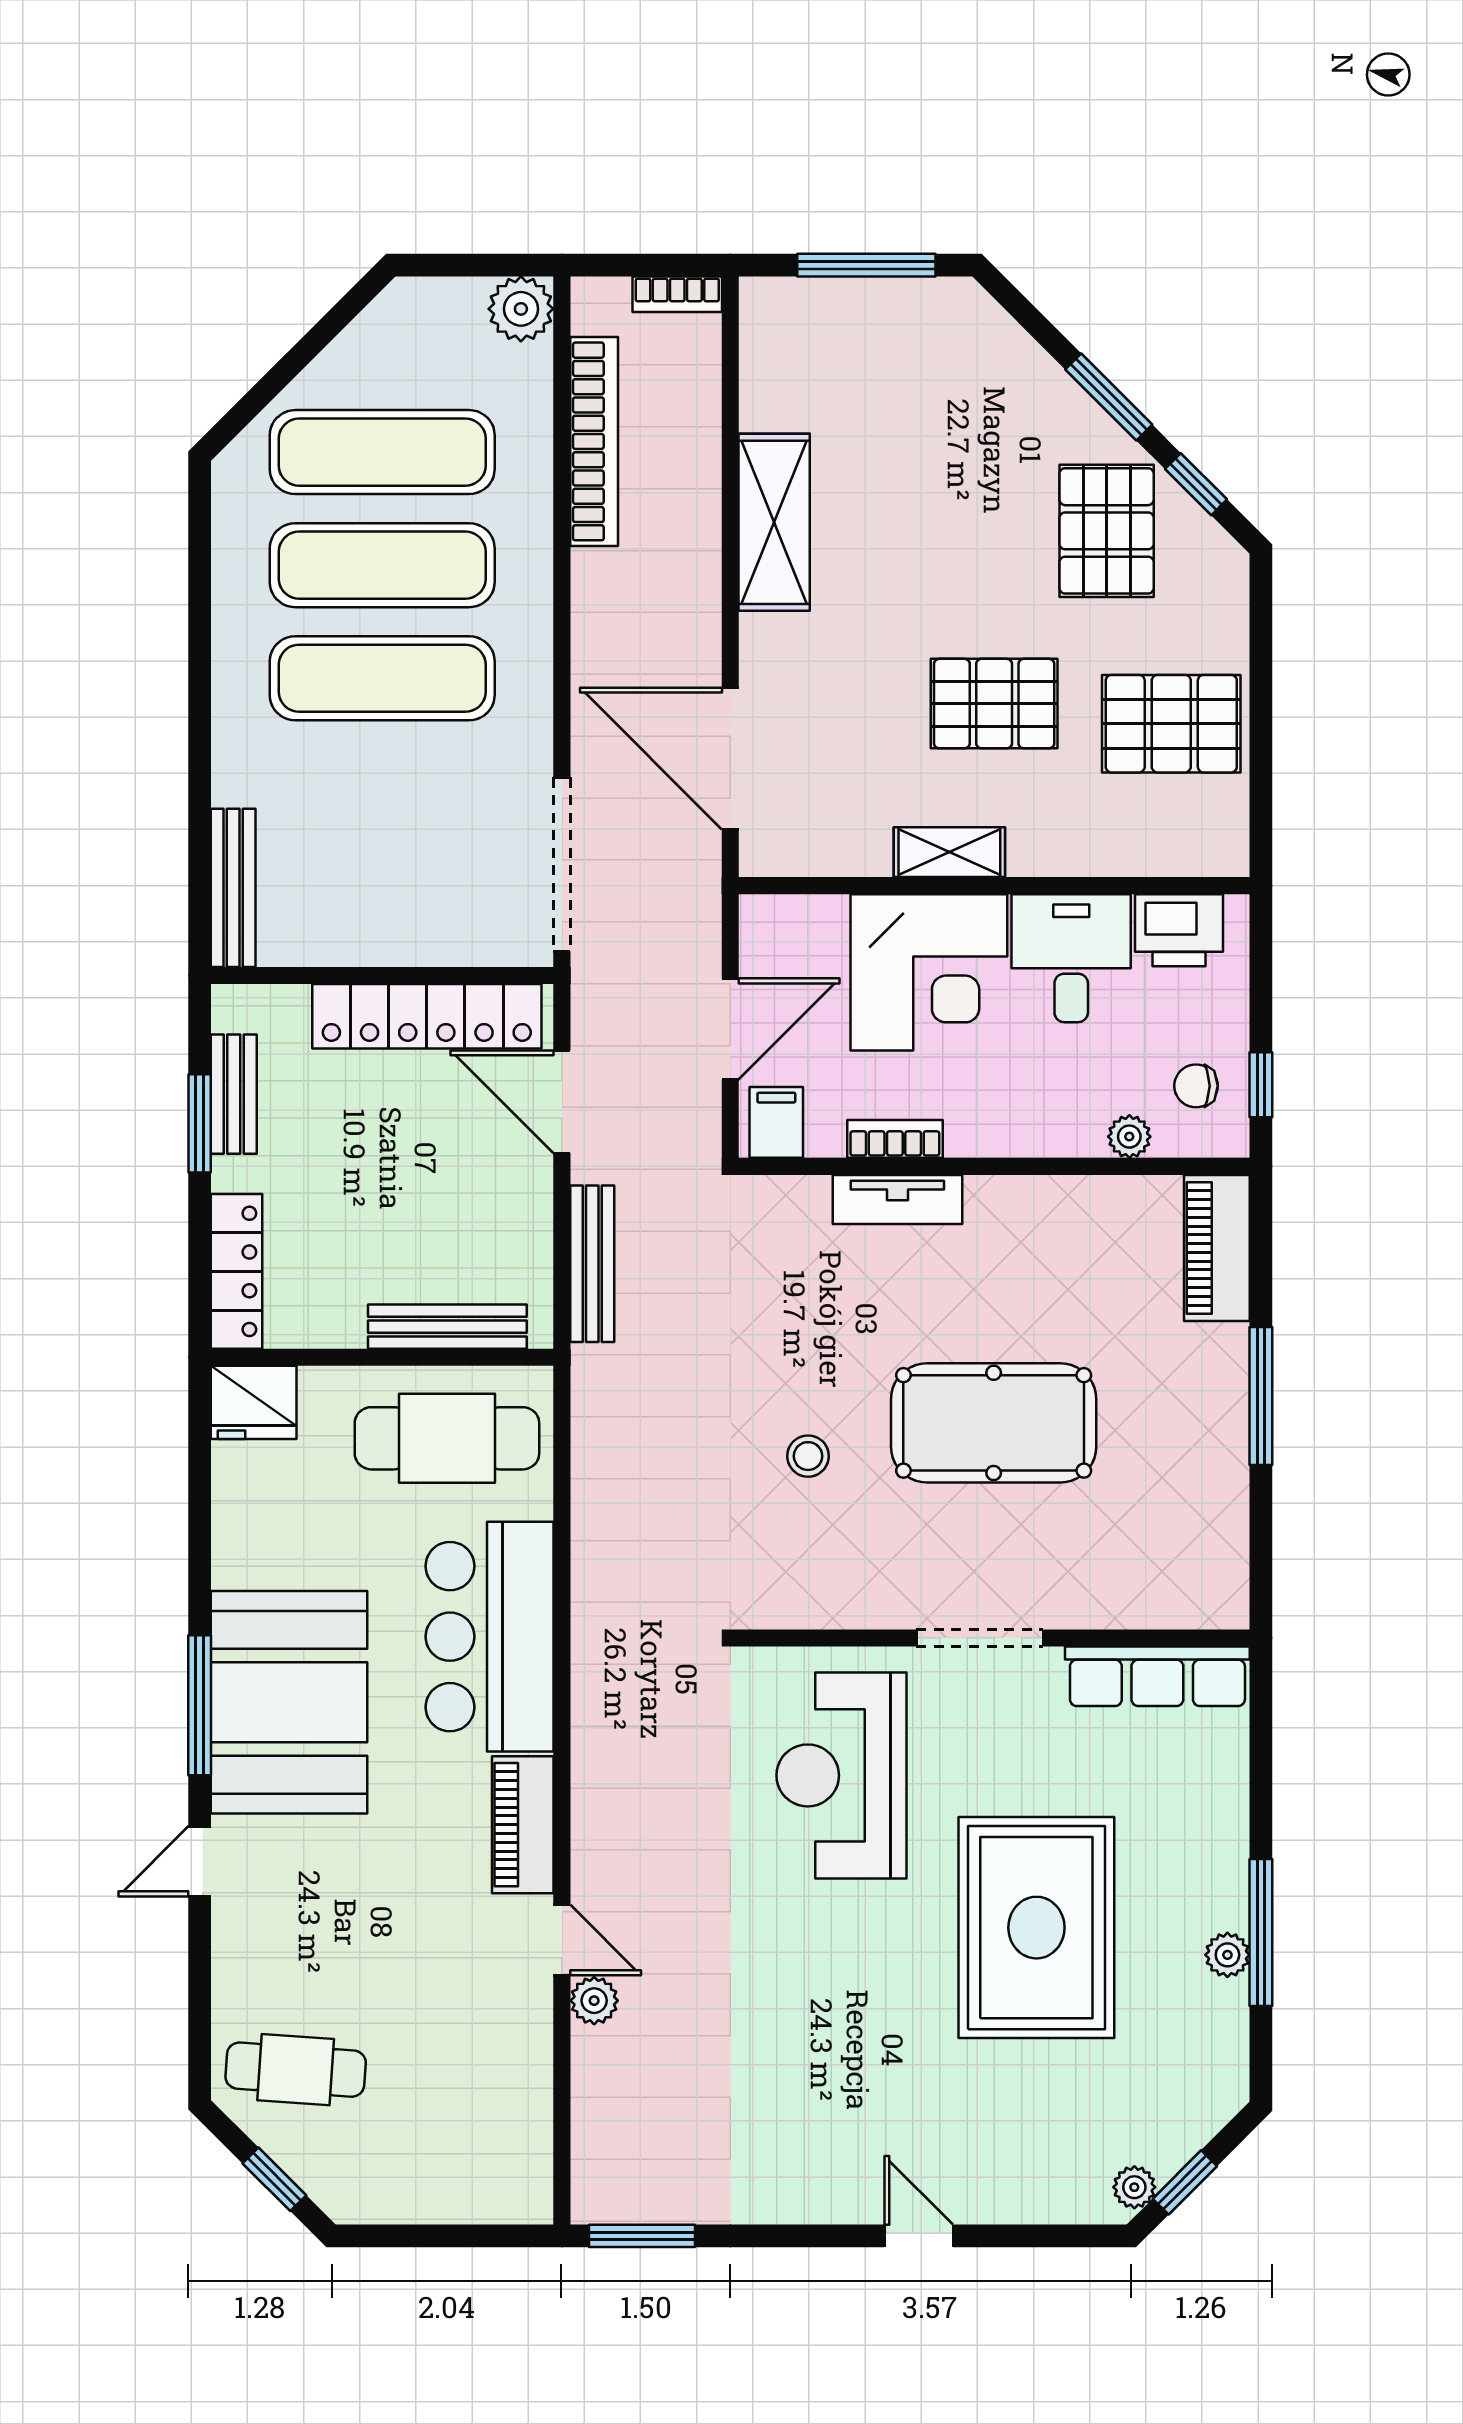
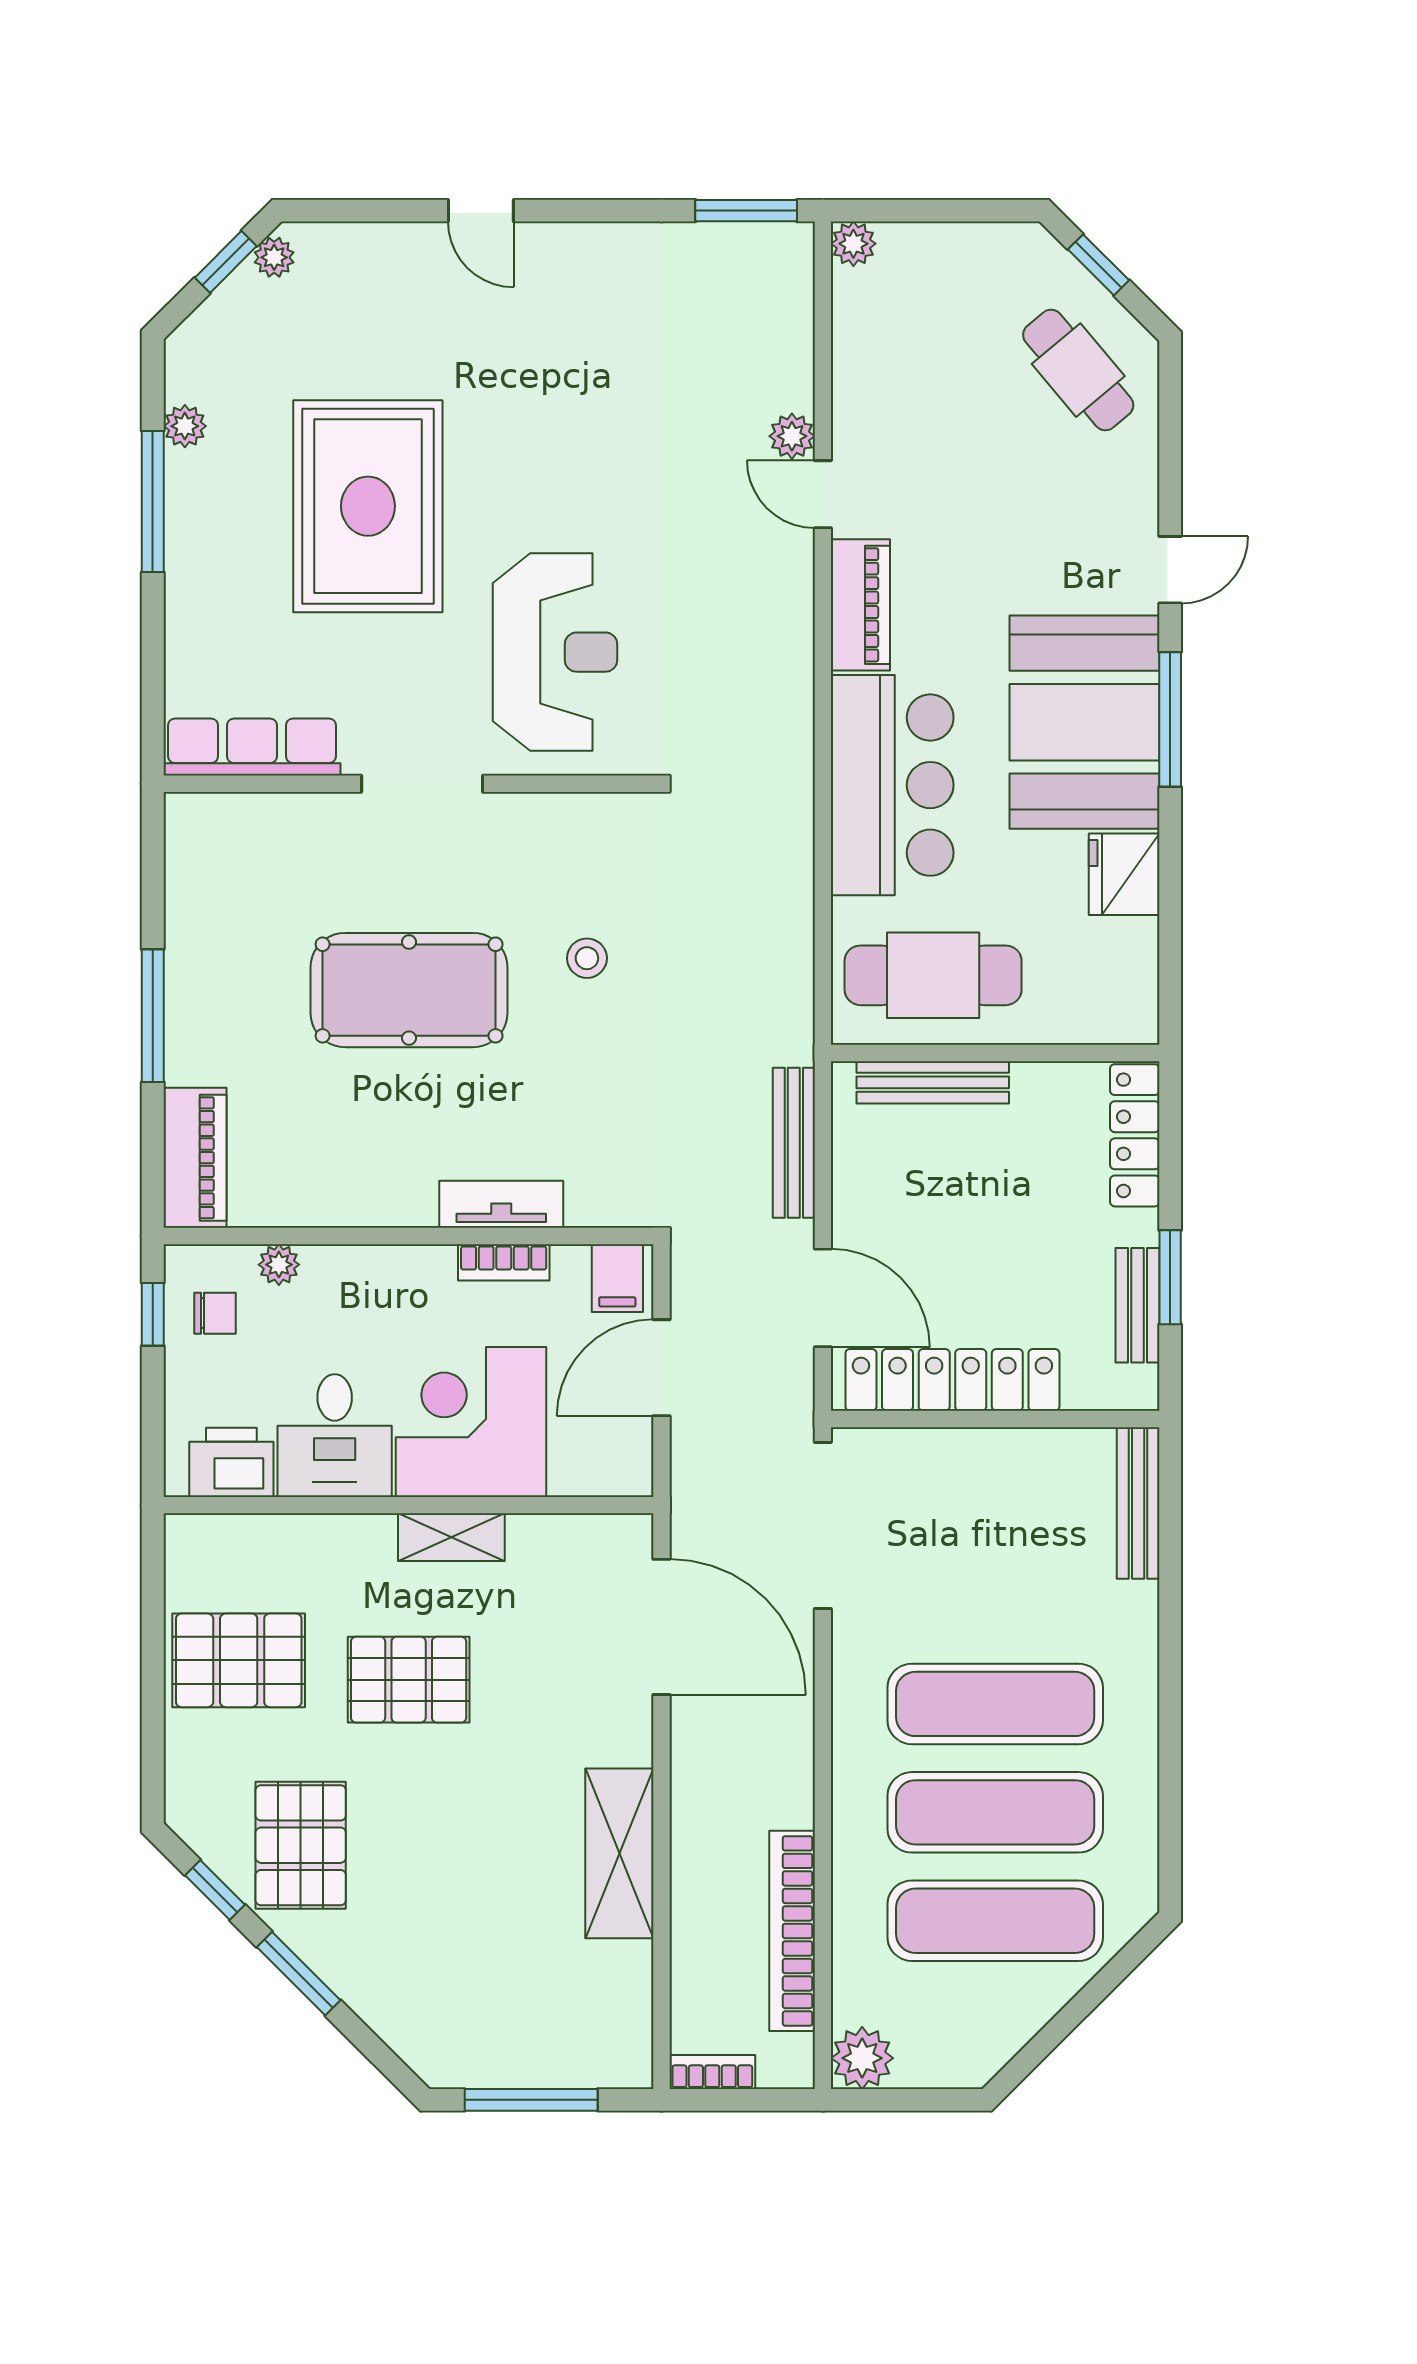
fridge: (254, 1402) -> (1124, 874), moved, turned -90
plant: (1227, 1955) -> (185, 426), moved
cafe table: (296, 2070) -> (1078, 370), turned 46
plant: (530, 2201) -> (853, 244), added

